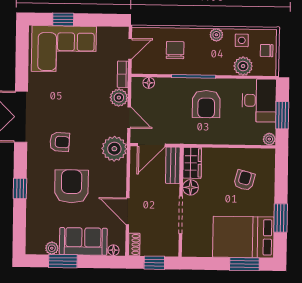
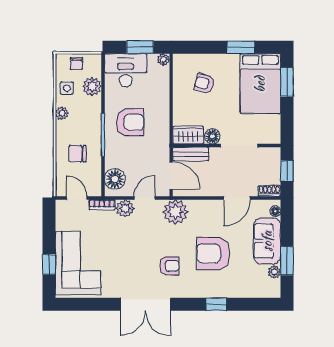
floor lamp: (149, 83) -> (115, 179), width x1.89, depth x1.89
armchair: (60, 142) -> (170, 266), turned 87

